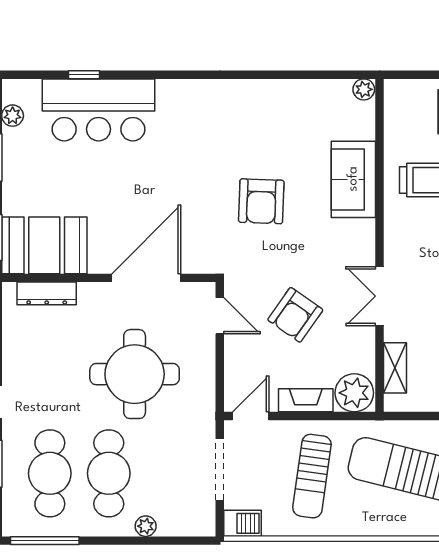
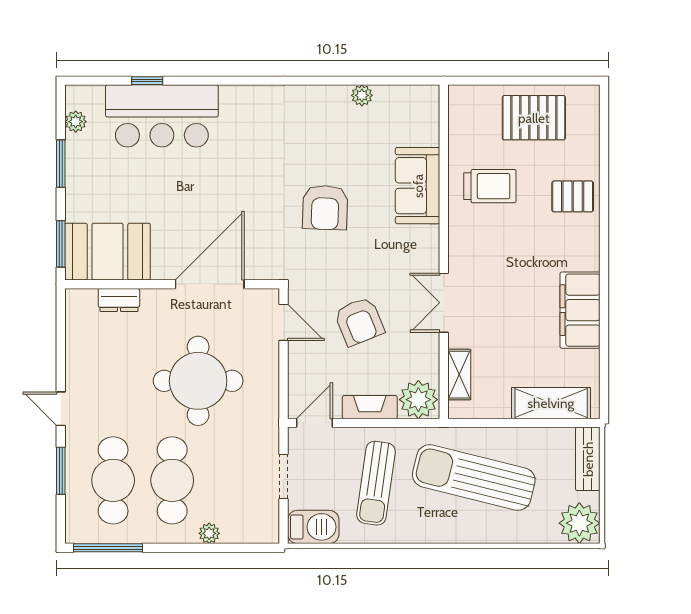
plant: (364, 89) -> (362, 95), moved
dresser: (47, 293) -> (119, 300), width x0.70
armchair: (295, 315) -> (359, 321), turned -57
doorway: (220, 469) -> (284, 477), width x0.73
barbecue: (242, 523) -> (313, 527), width x1.38, depth x1.27

